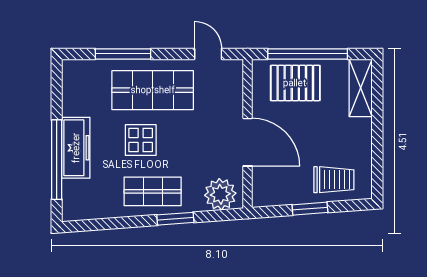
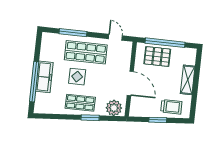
shelving: (361, 88) -> (188, 80), moved

